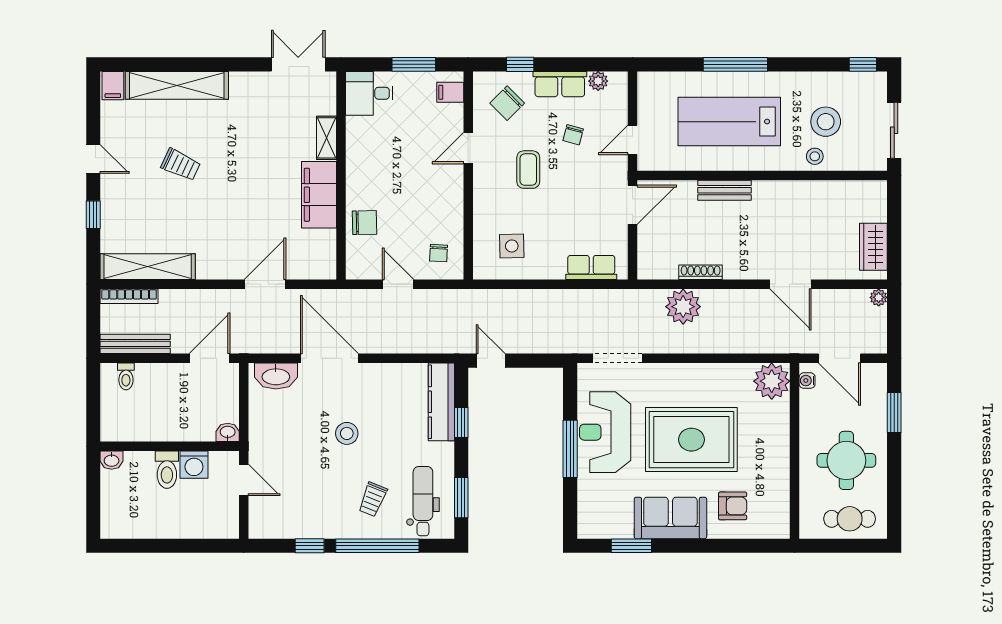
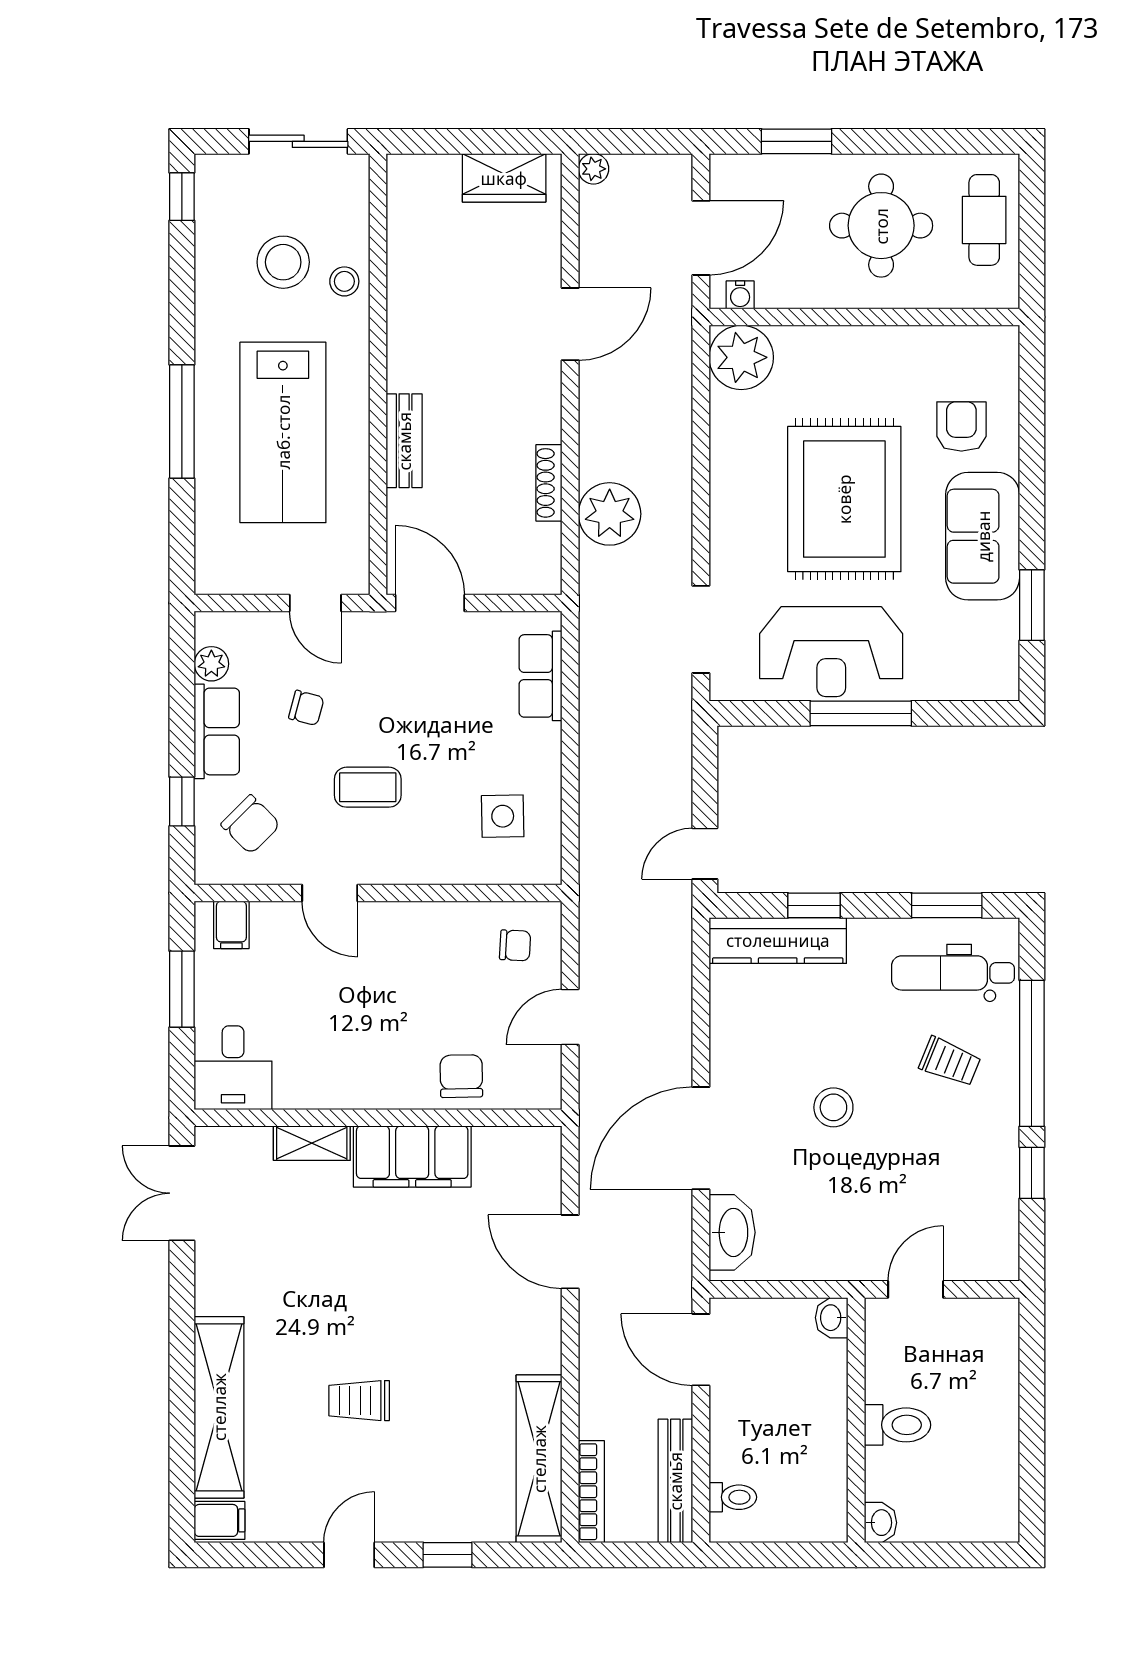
trolley: (181, 165) -> (359, 1401), turned -115
washing machine: (194, 465) -> (889, 1377), removed

